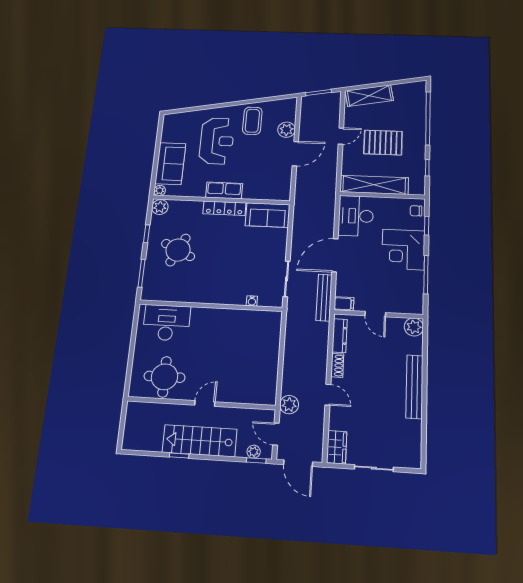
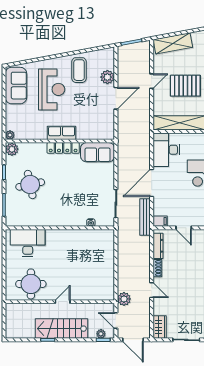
sofa: (170, 164) -> (16, 86), moved
round table: (178, 250) -> (30, 184), turned -38

